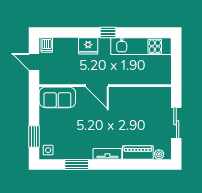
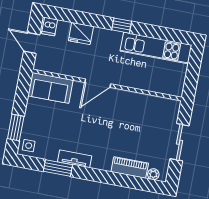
fridge: (88, 46) -> (81, 34), moved
door: (97, 86) -> (98, 83), hinge flipped
tv unit: (107, 154) -> (75, 159), moved

